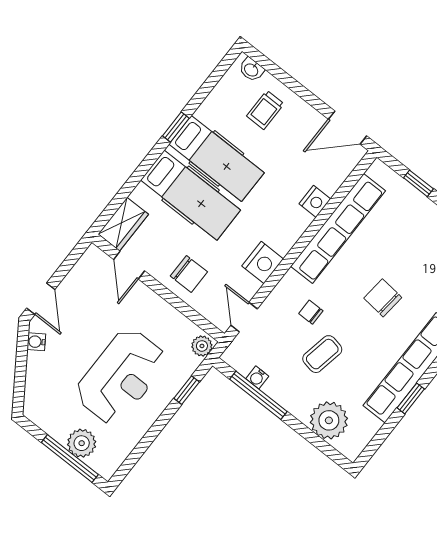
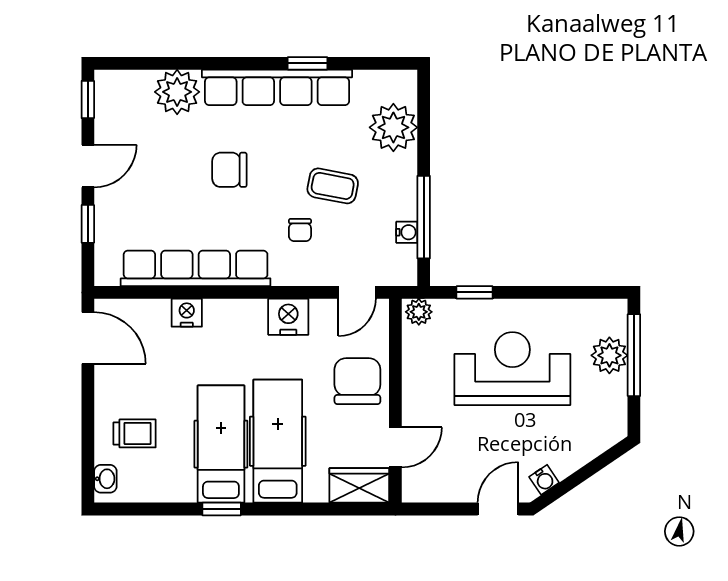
chair: (189, 274) -> (357, 381), width x1.37, depth x1.37
chair: (383, 298) -> (229, 170), turned 84

